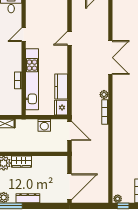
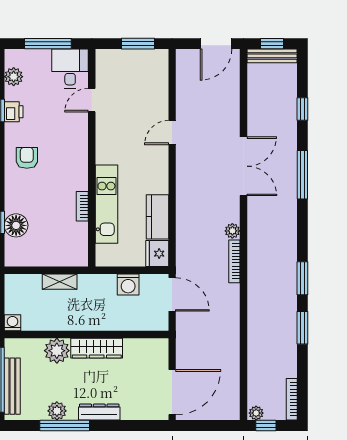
door: (24, 35) -> (92, 100), moved
kitchen unit: (32, 79) -> (106, 204), width x0.73
wardrobe: (21, 162) -> (97, 348), width x1.50

